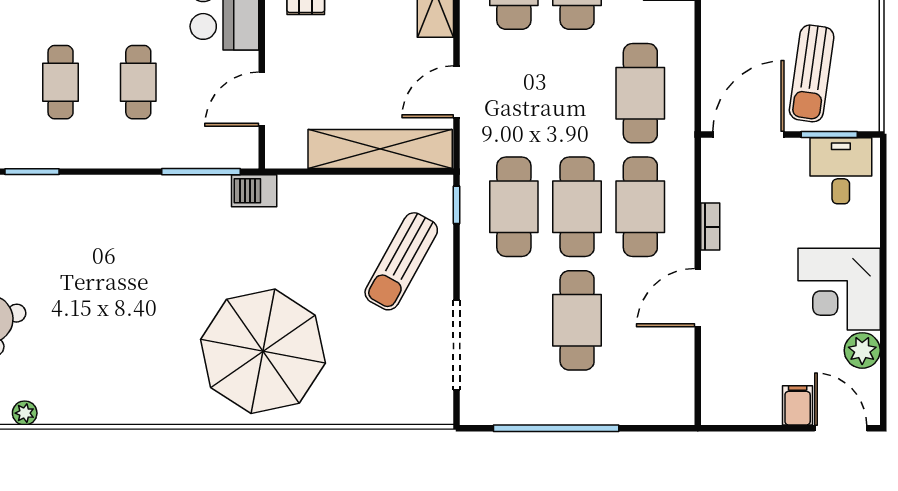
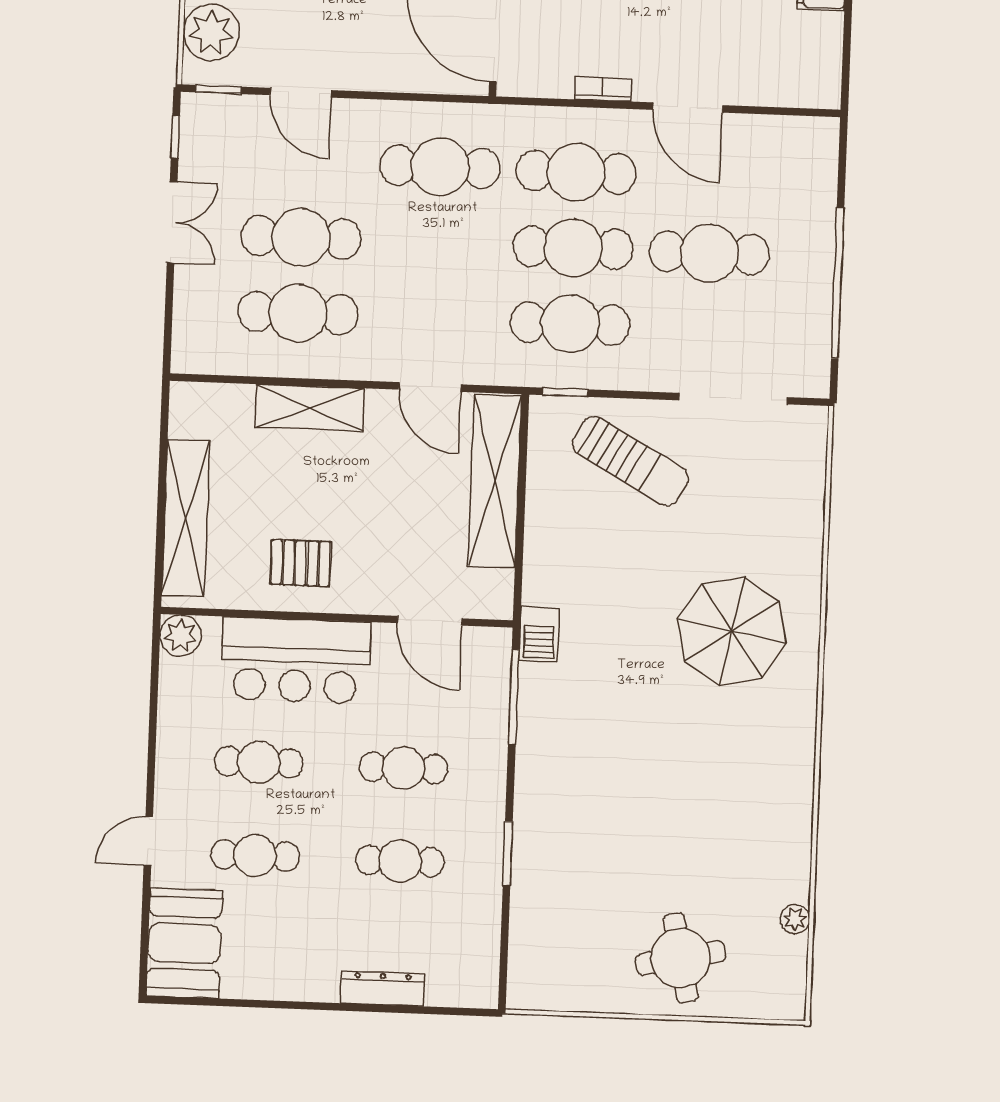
window: (32, 172) -> (508, 854), moved
parasol: (263, 351) -> (732, 631), width x0.73, depth x0.73

